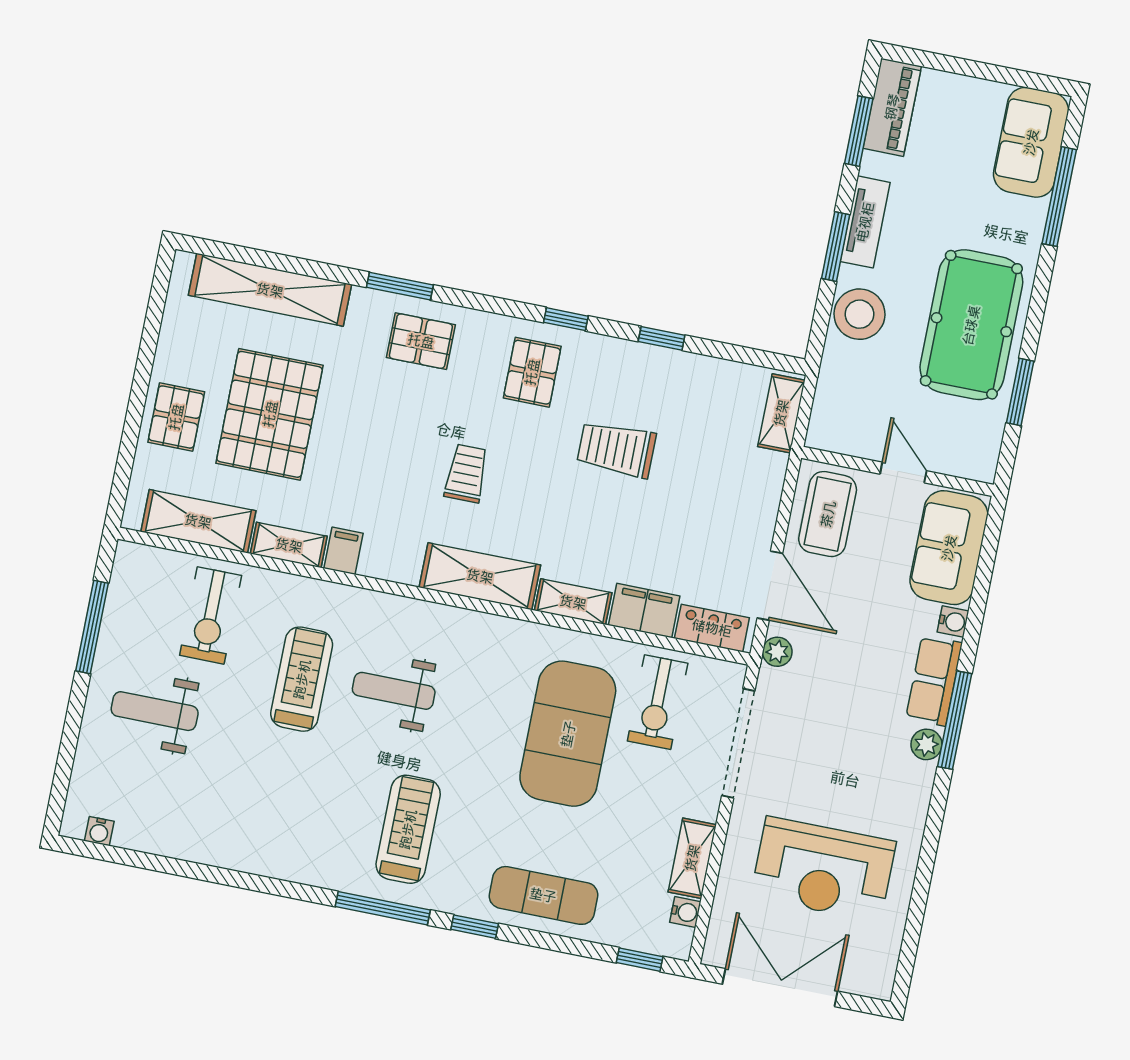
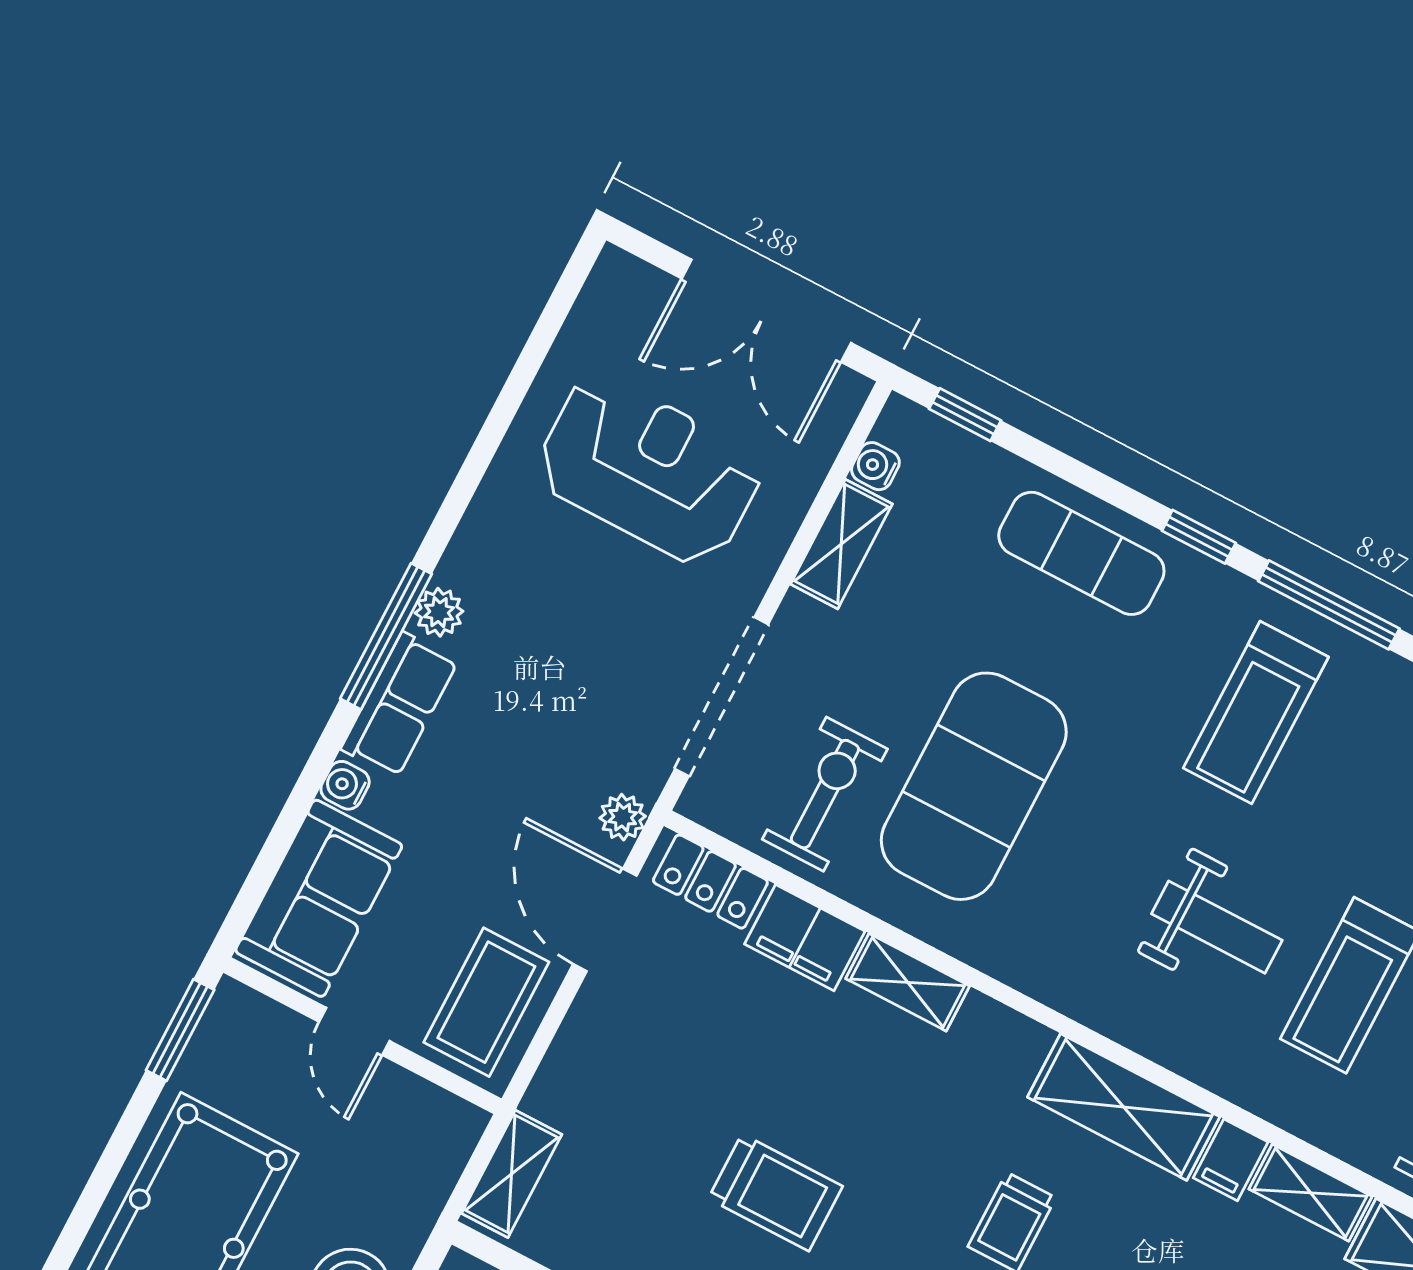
window: (1020, 392) -> (180, 1030), moved
shelving: (480, 576) -> (1124, 1107), moved

